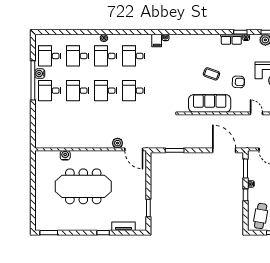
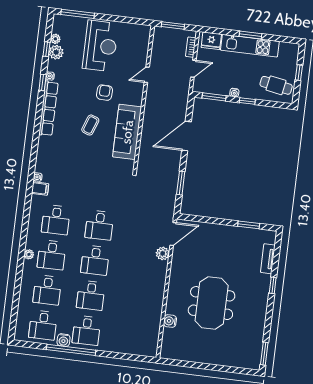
row of seats: (231, 39) -> (48, 108), width x2.02
door: (224, 150) -> (186, 136), moved
meeting table: (83, 186) -> (212, 303), width x0.73

